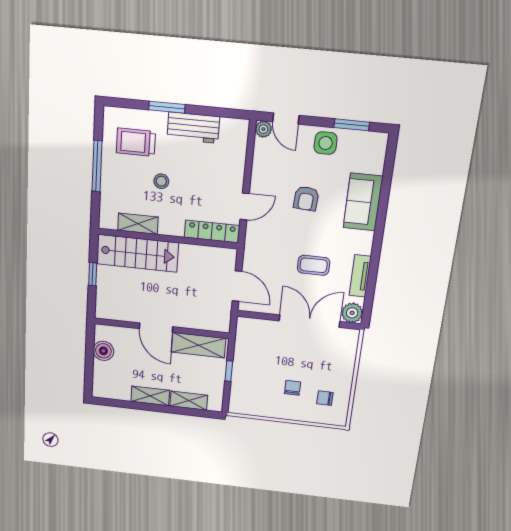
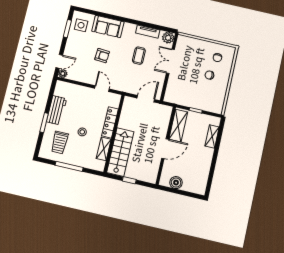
side table: (326, 143) -> (81, 25), moved
locker: (212, 231) -> (110, 122), moved
double door: (309, 321) -> (170, 61), width x0.73
shelving: (150, 396) -> (207, 159), removed

